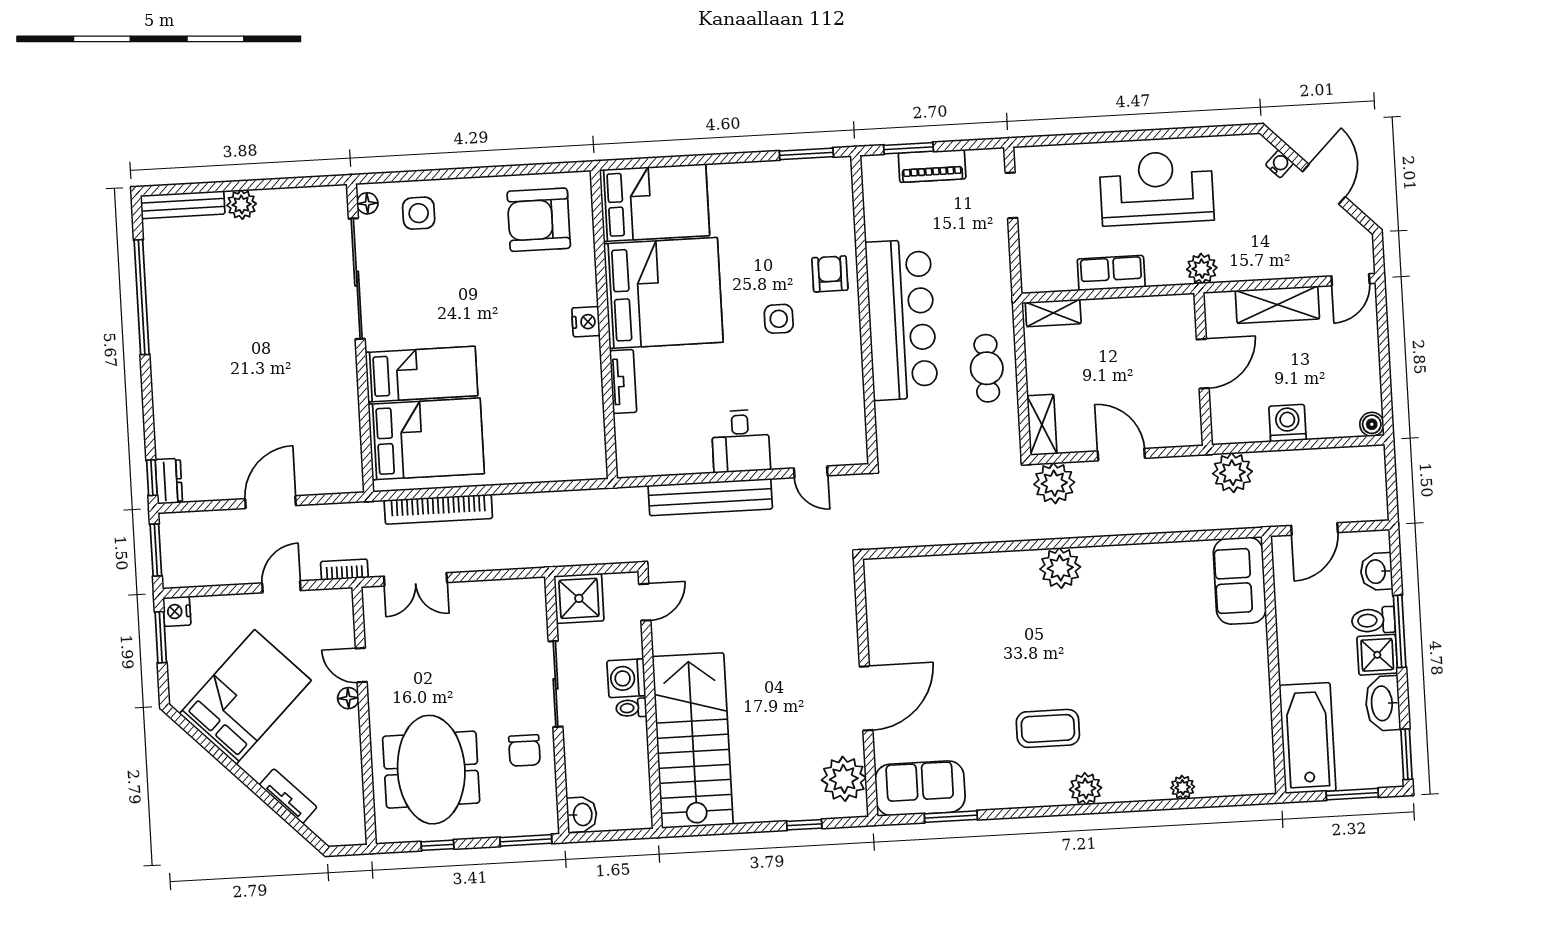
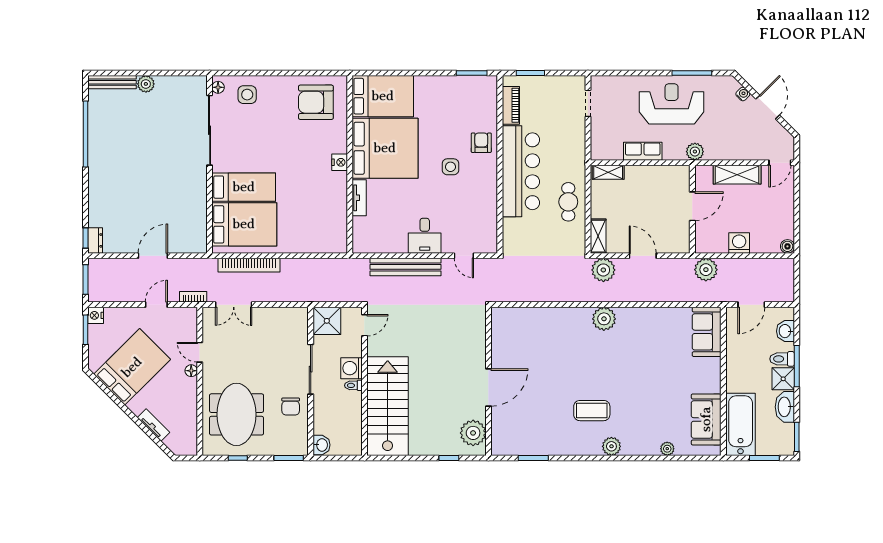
window: (1189, 132) -> (692, 73), added
piano: (932, 166) -> (511, 105), moved, turned -90
sofa: (920, 788) -> (706, 419), moved, turned -90

